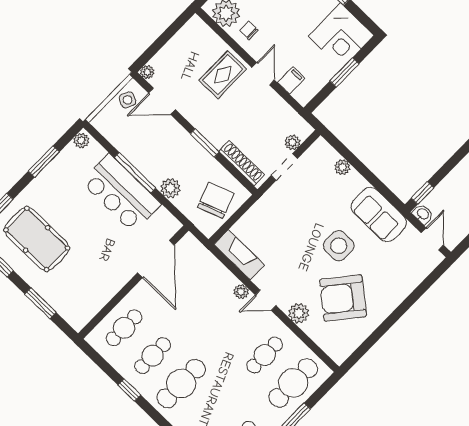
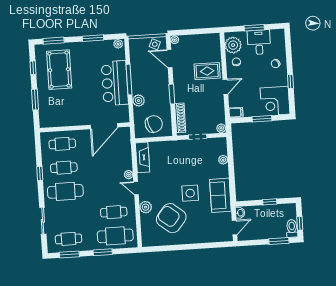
filing cabinet: (291, 80) -> (236, 113), moved
plant: (292, 142) -> (221, 128), moved
window: (423, 193) -> (270, 202), moved

